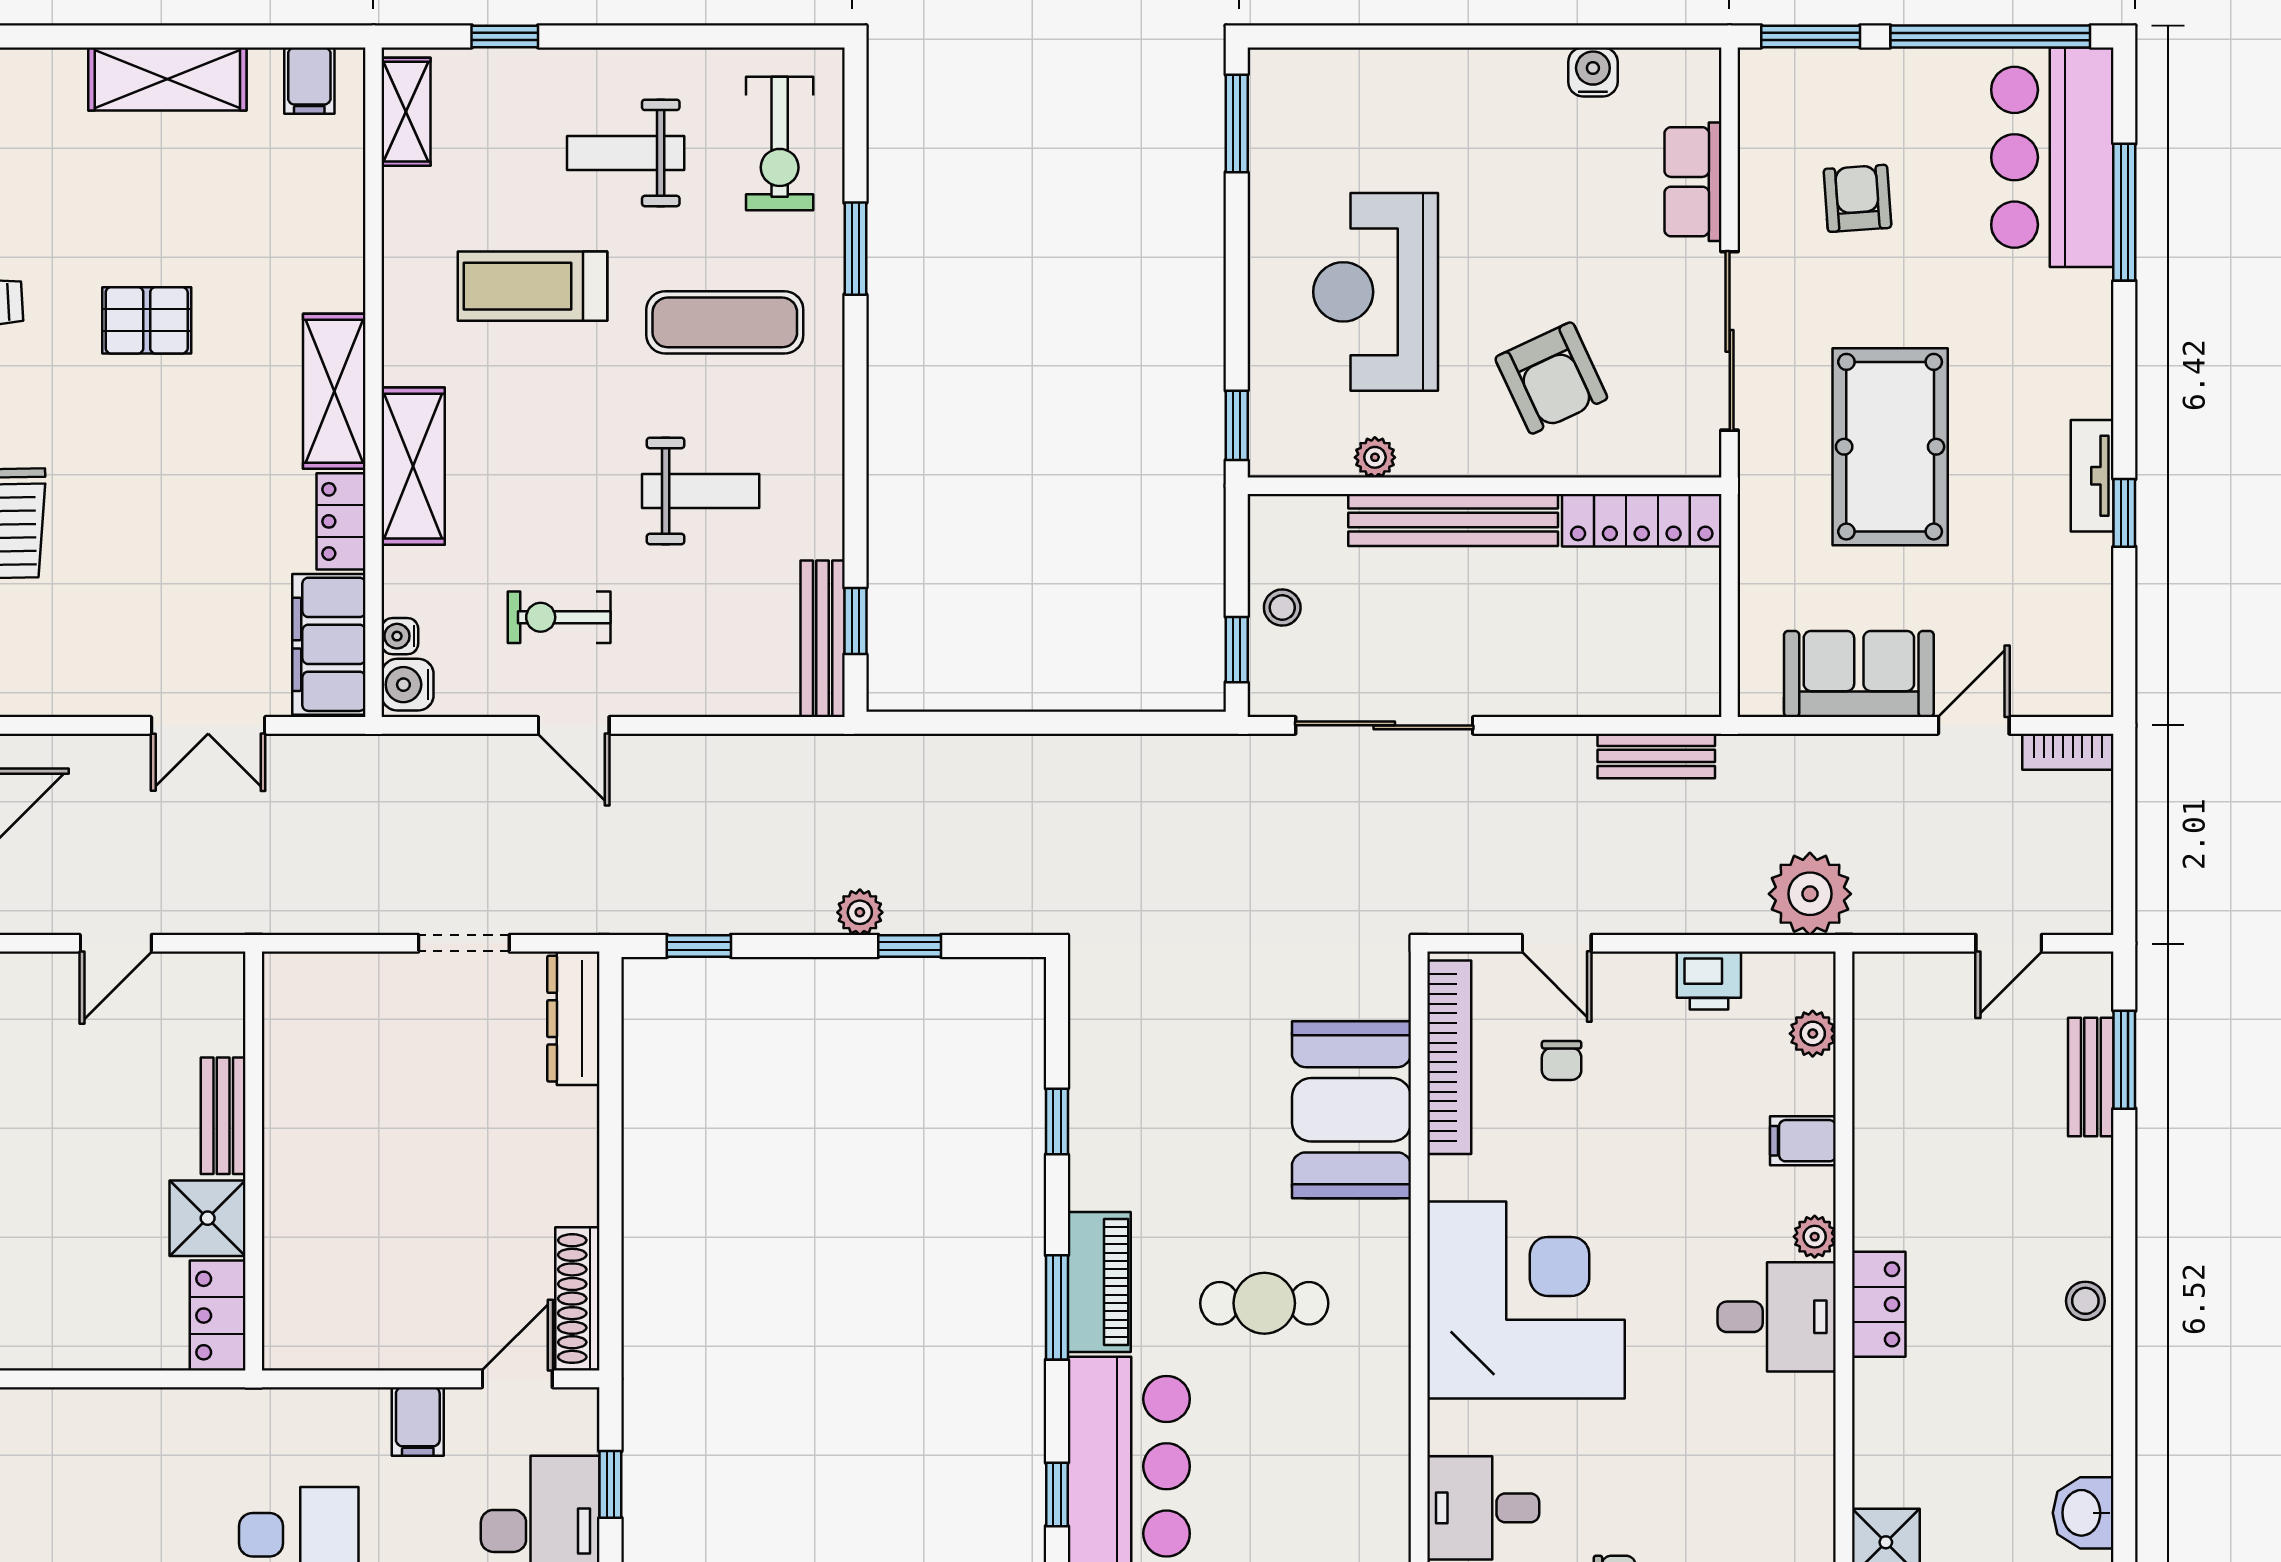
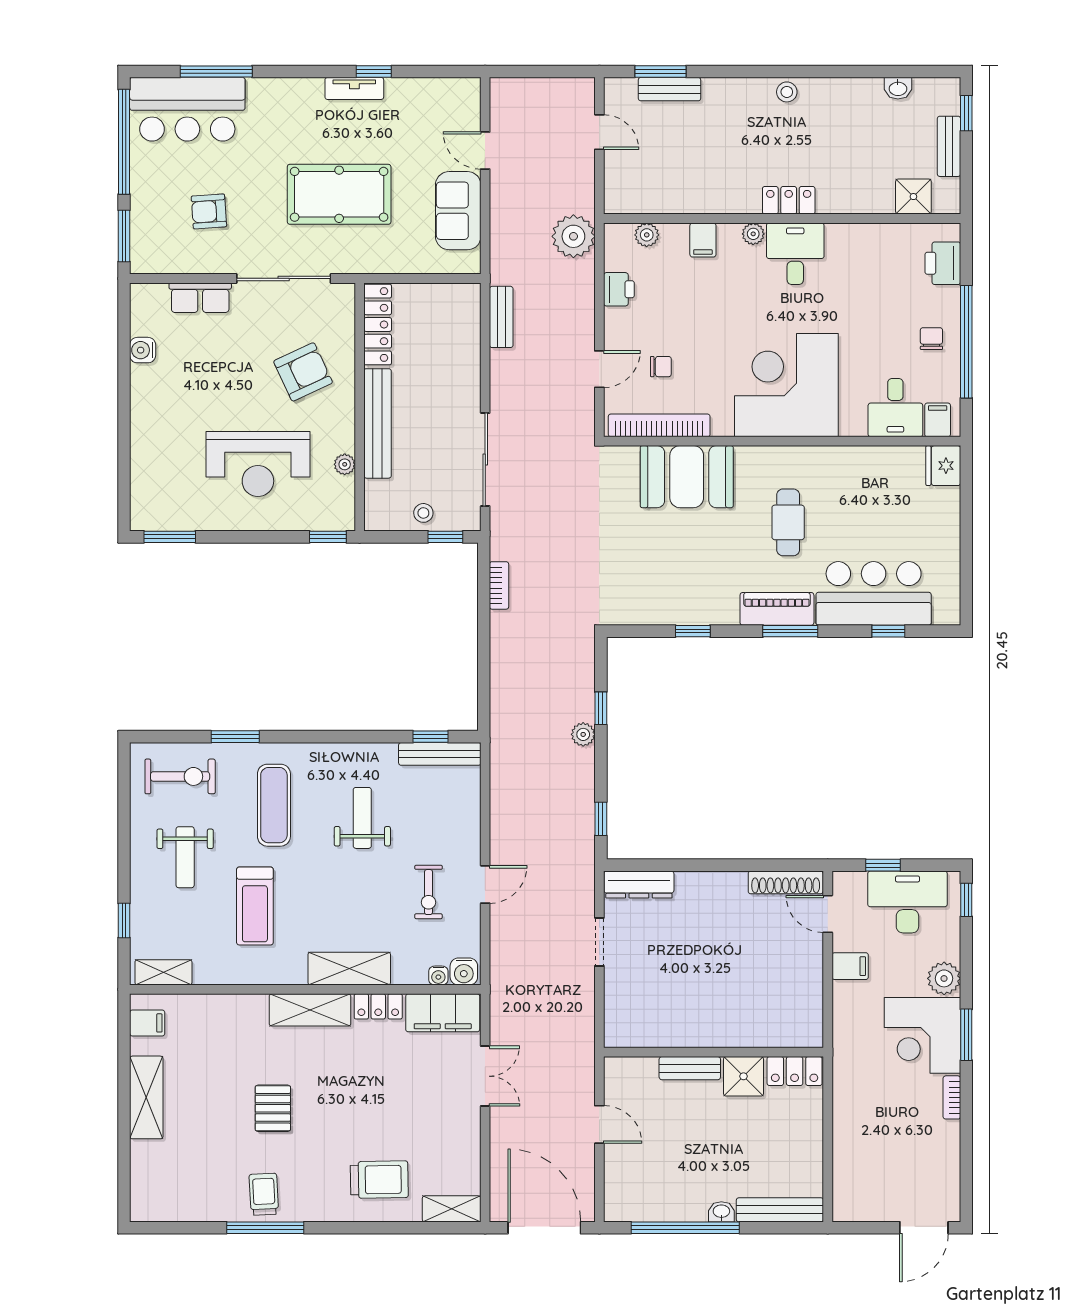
bookcase: (2068, 752) -> (499, 585), moved
washbasin: (2083, 1513) -> (898, 88), width x0.72, depth x0.69

